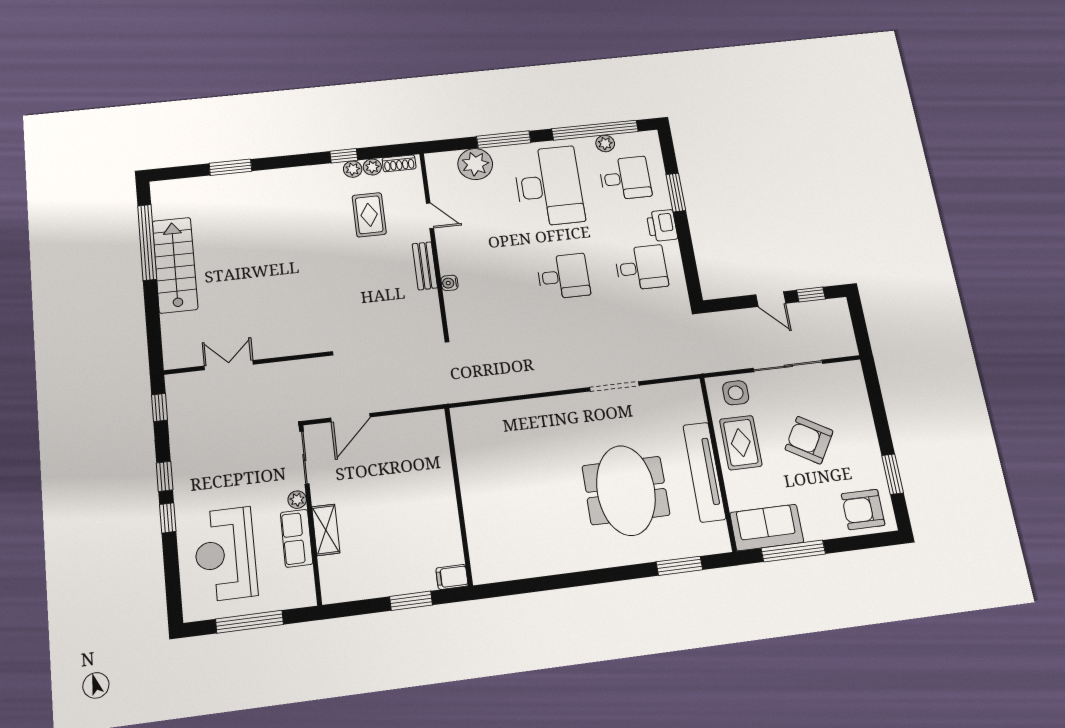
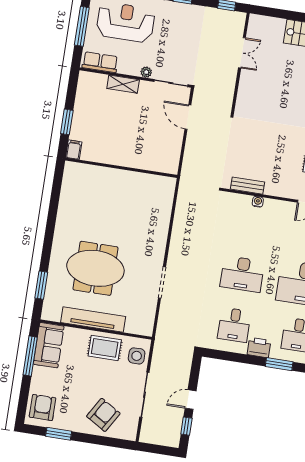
bench: (425, 266) -> (248, 186), moved
desk: (563, 276) -> (242, 274), width x1.37
armchair: (809, 440) -> (103, 415), moved
row of seats: (297, 538) -> (100, 62), moved

